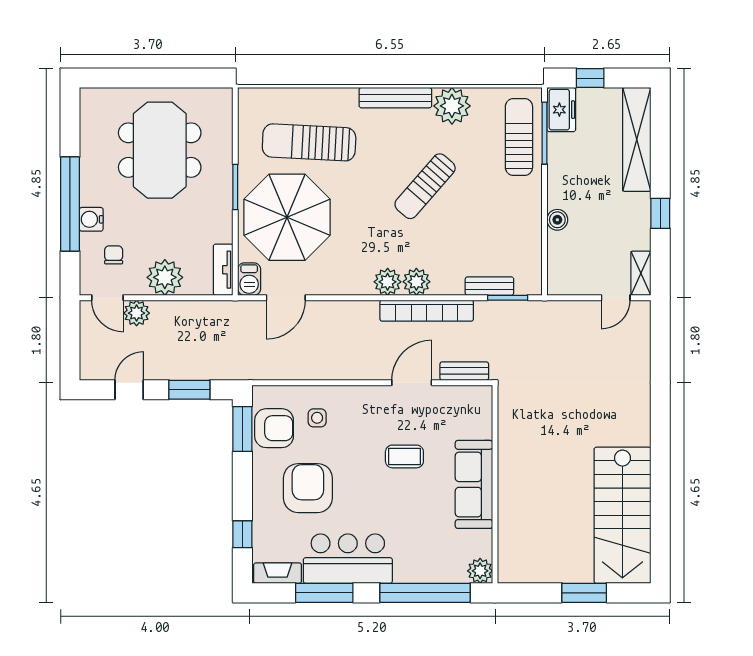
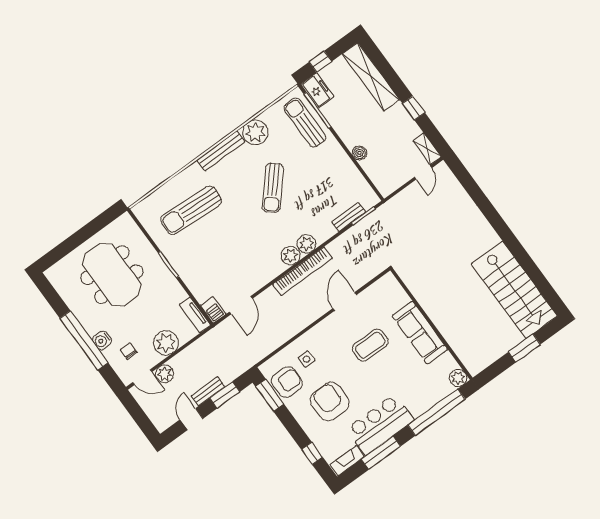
parasol: (287, 217) -> (209, 260), removed
bookcase: (427, 311) -> (302, 271), moved
bench: (464, 371) -> (208, 391), moved
coffee table: (404, 456) -> (370, 345), width x1.36, depth x1.30

